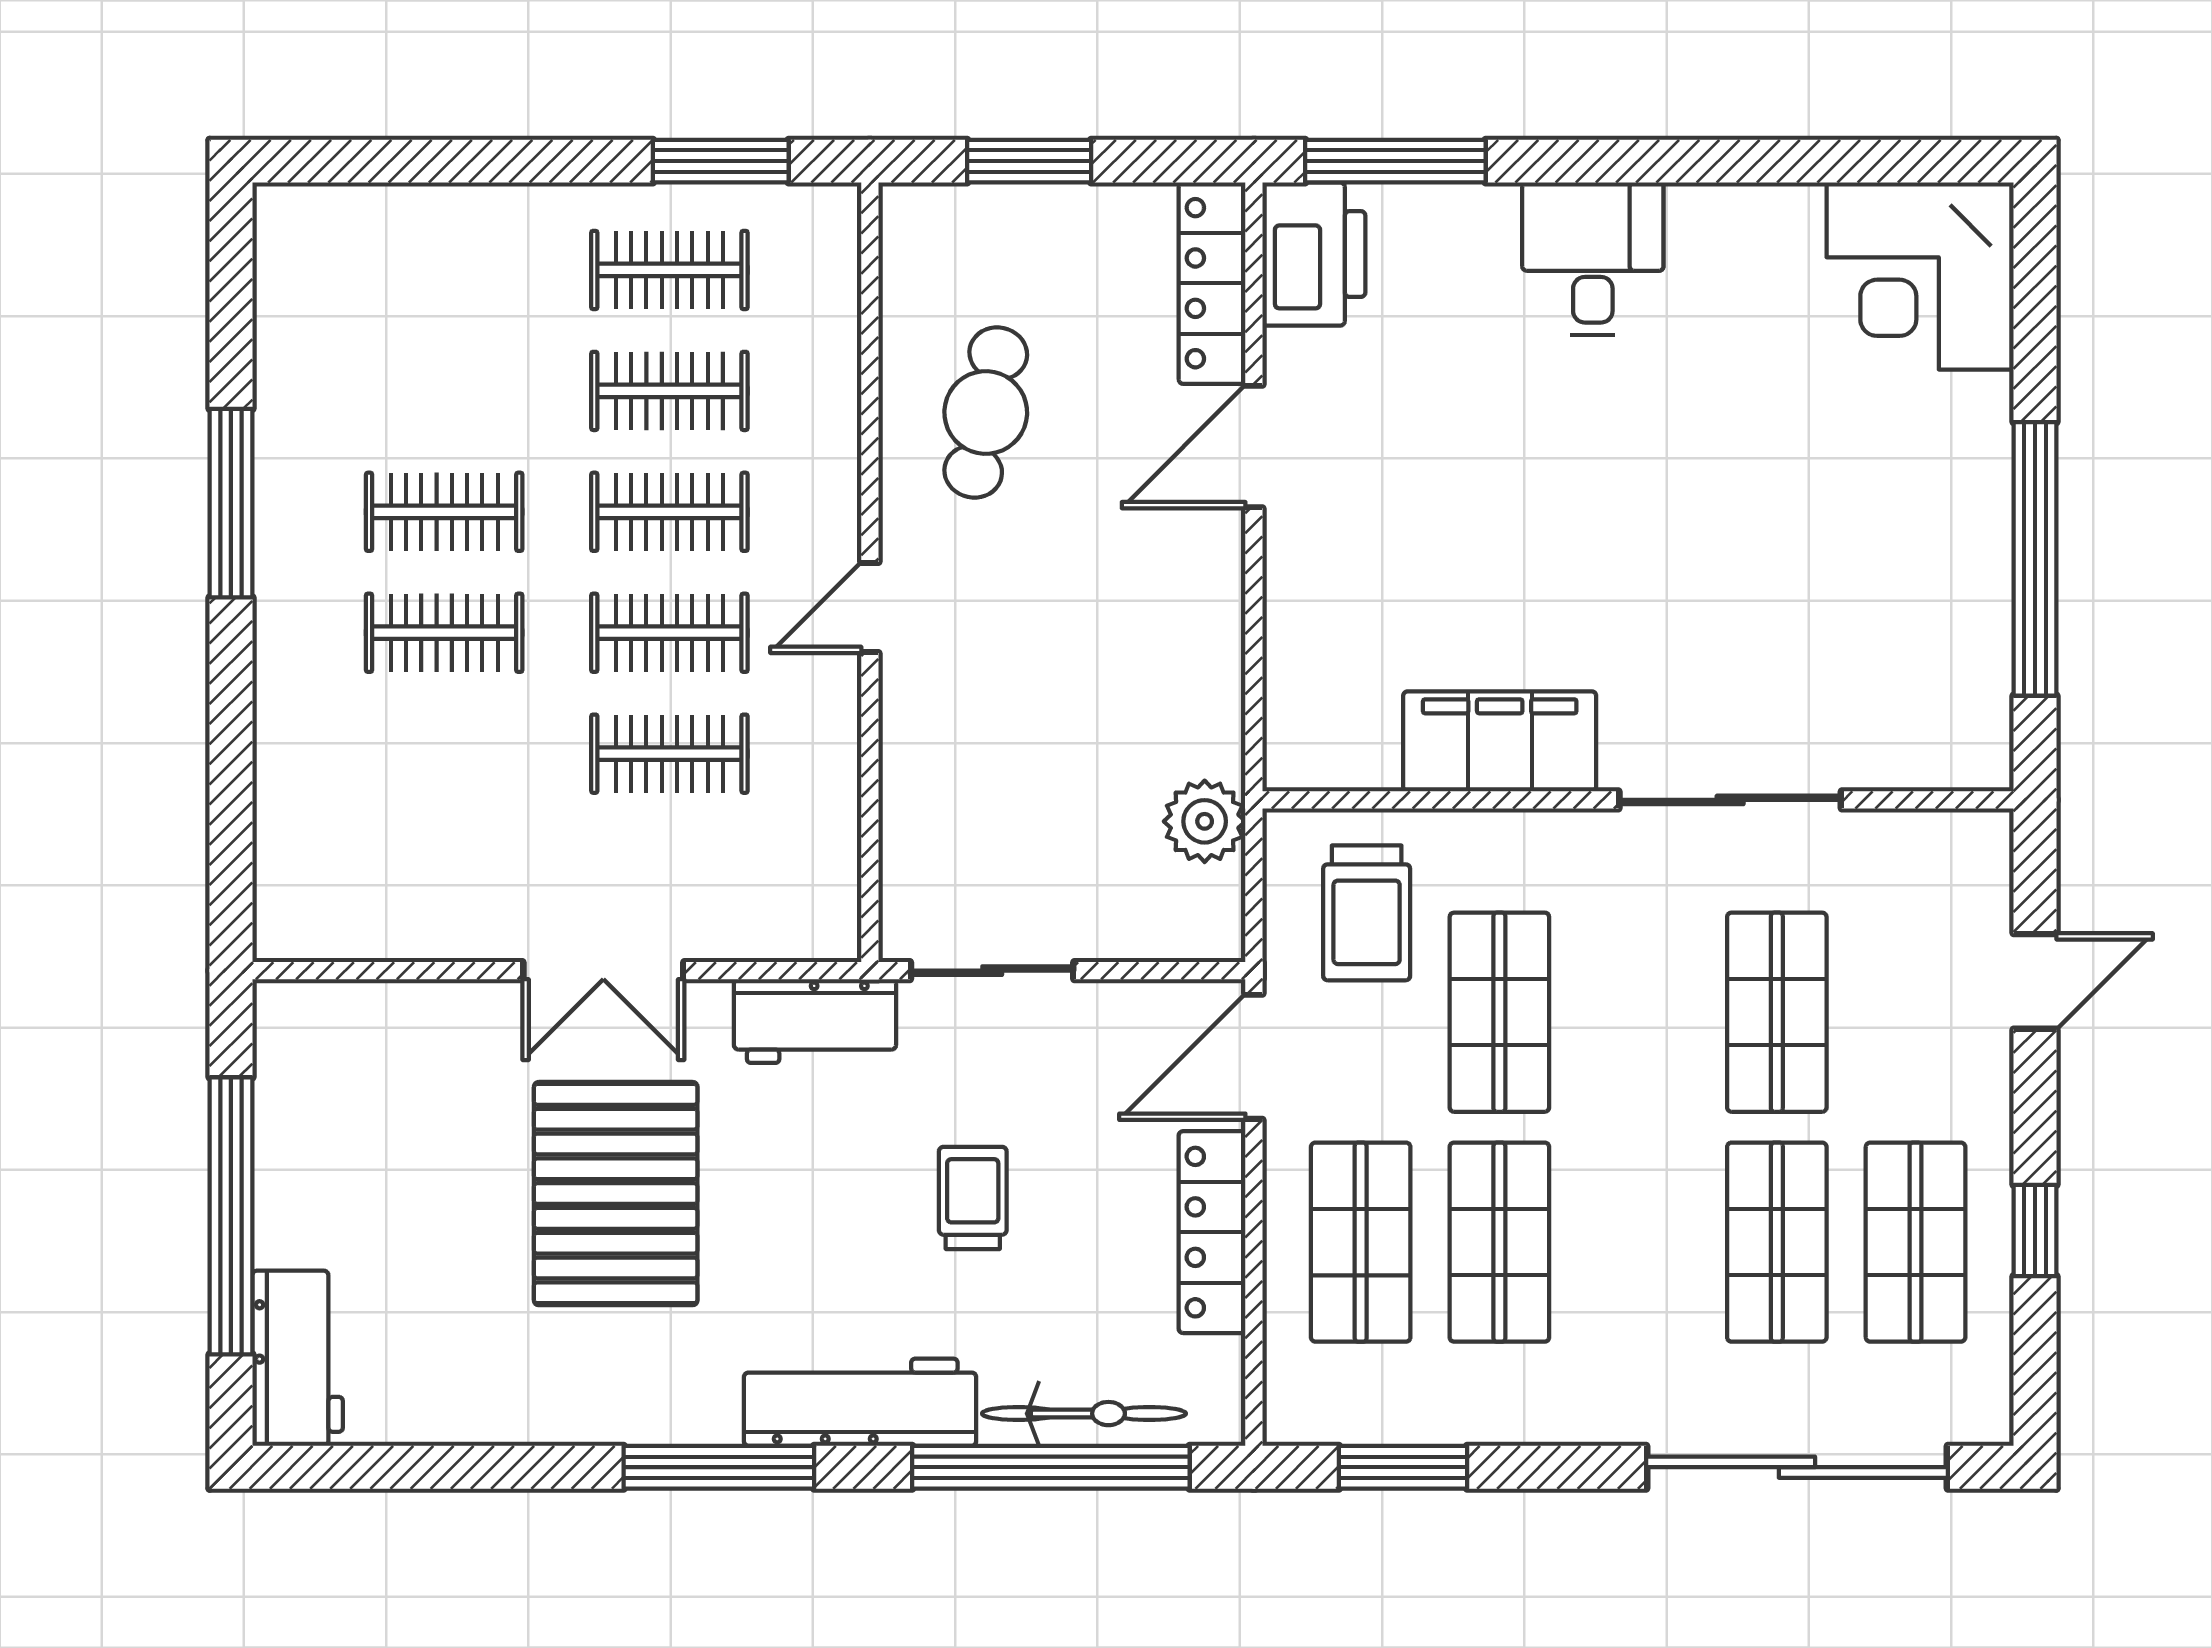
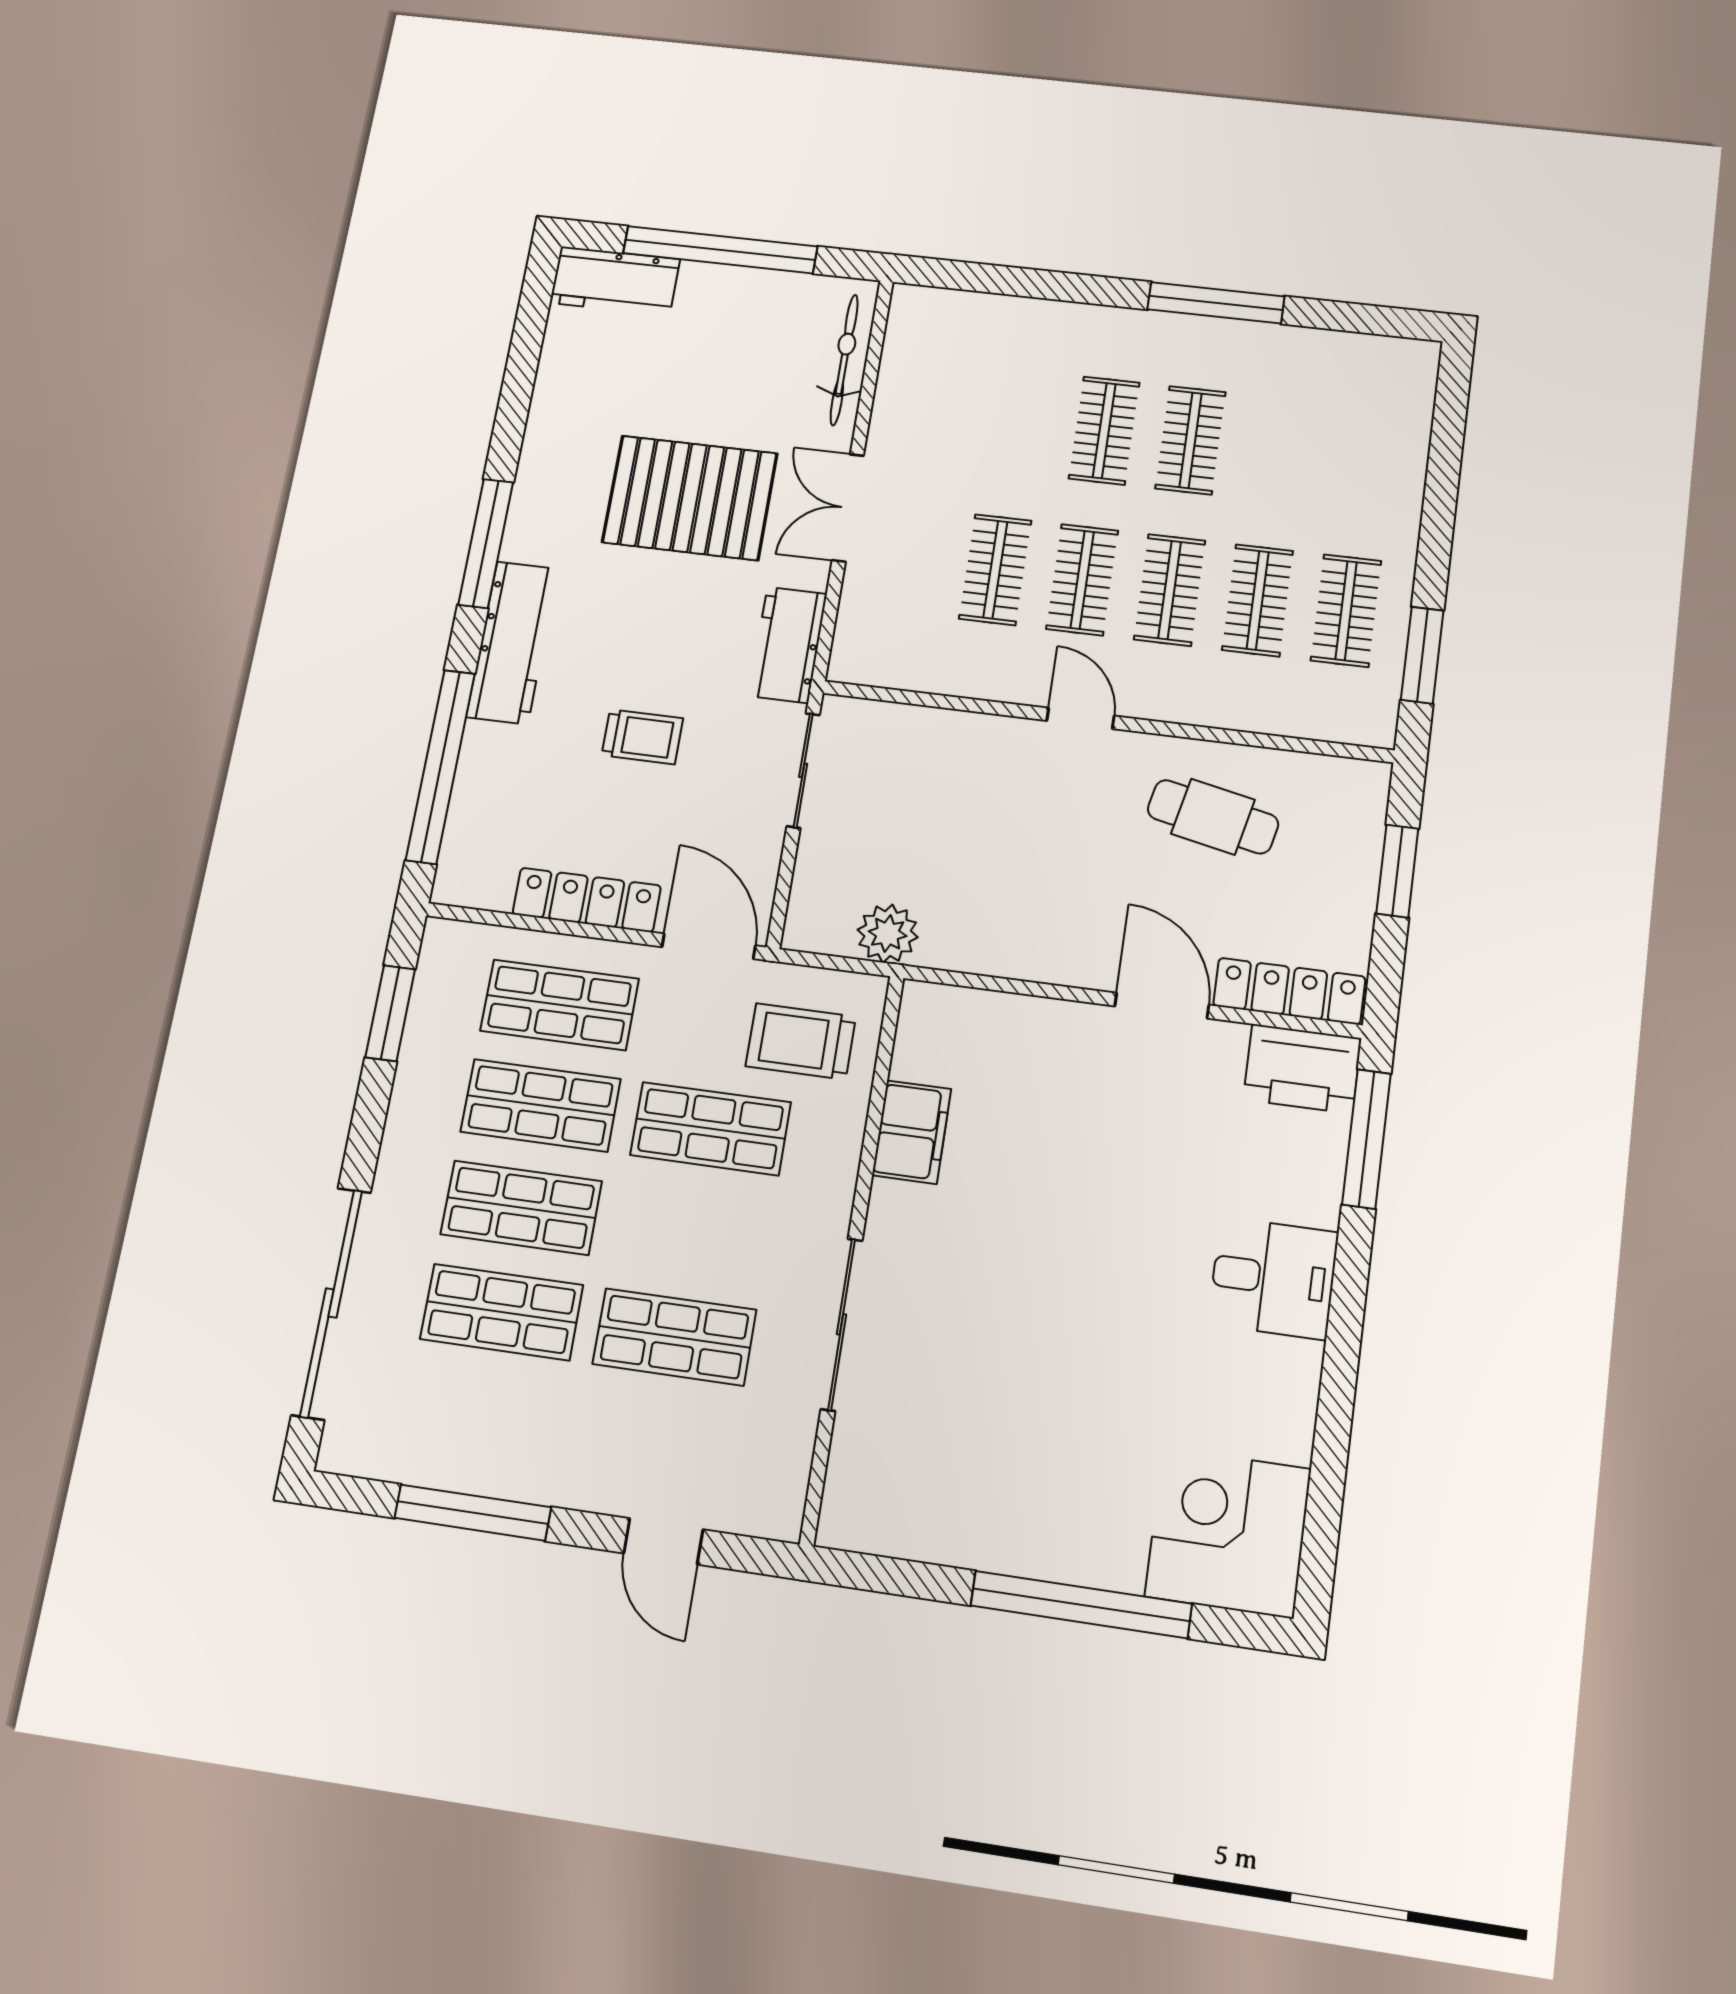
window: (2035, 559) -> (1081, 1605), moved
filing cabinet: (1500, 741) -> (912, 1132), width x0.67, depth x0.86
window: (2035, 1231) -> (473, 1513), width x2.17
shop shelf: (1916, 1242) -> (521, 1208), moved
bicycle: (1084, 1414) -> (844, 360), moved, turned 180

